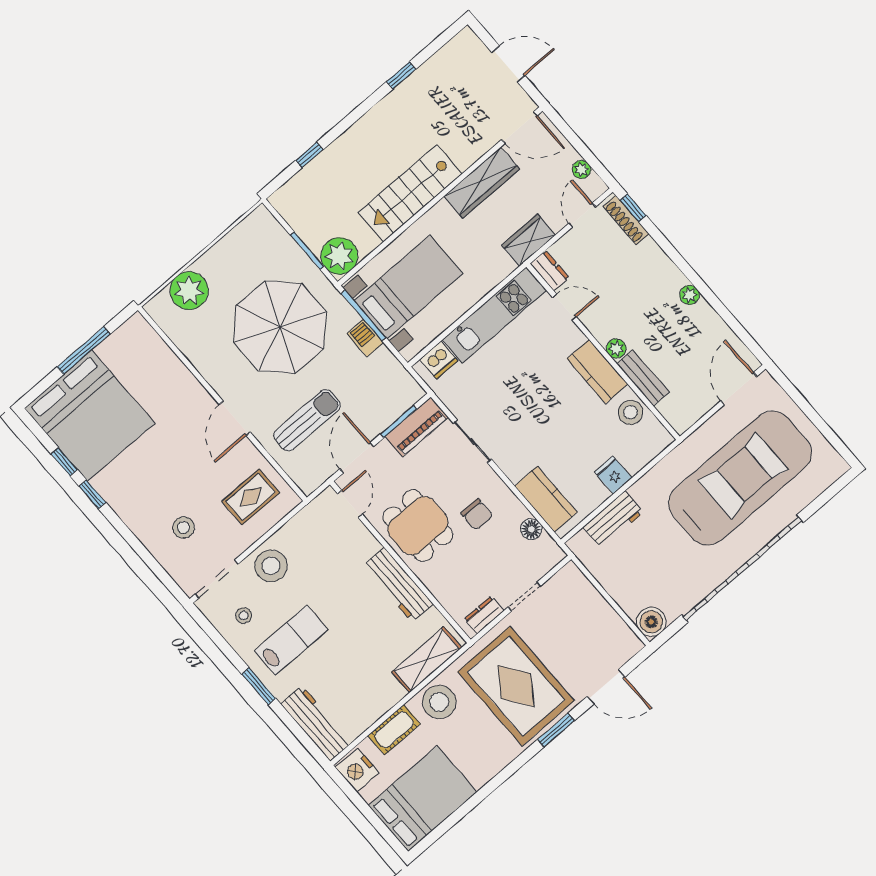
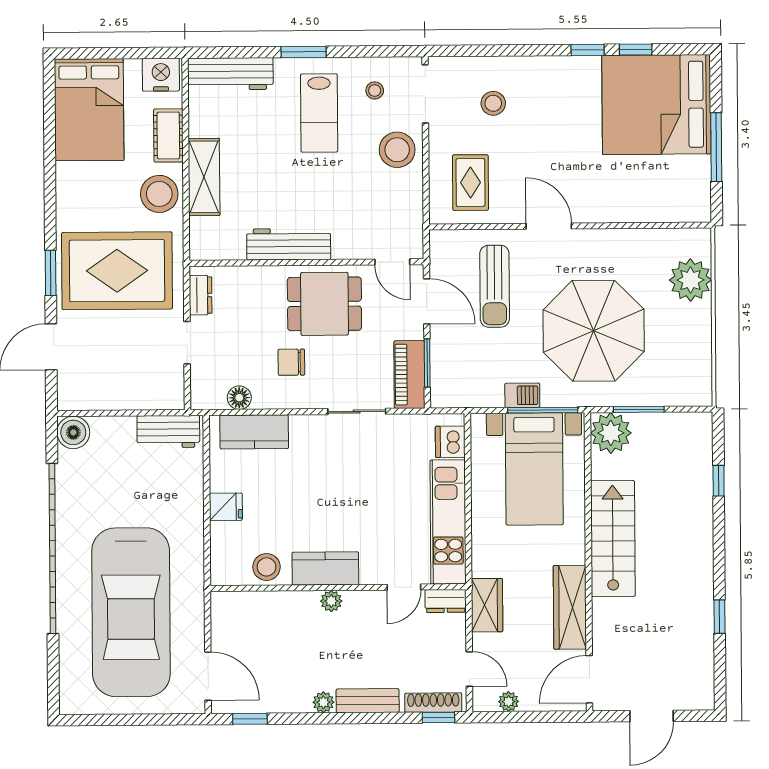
window: (743, 335) -> (250, 719), added
bench: (643, 378) -> (368, 701), moved
workbench: (613, 520) -> (168, 432), moved, turned -90
shelving: (427, 660) -> (204, 177), moved

